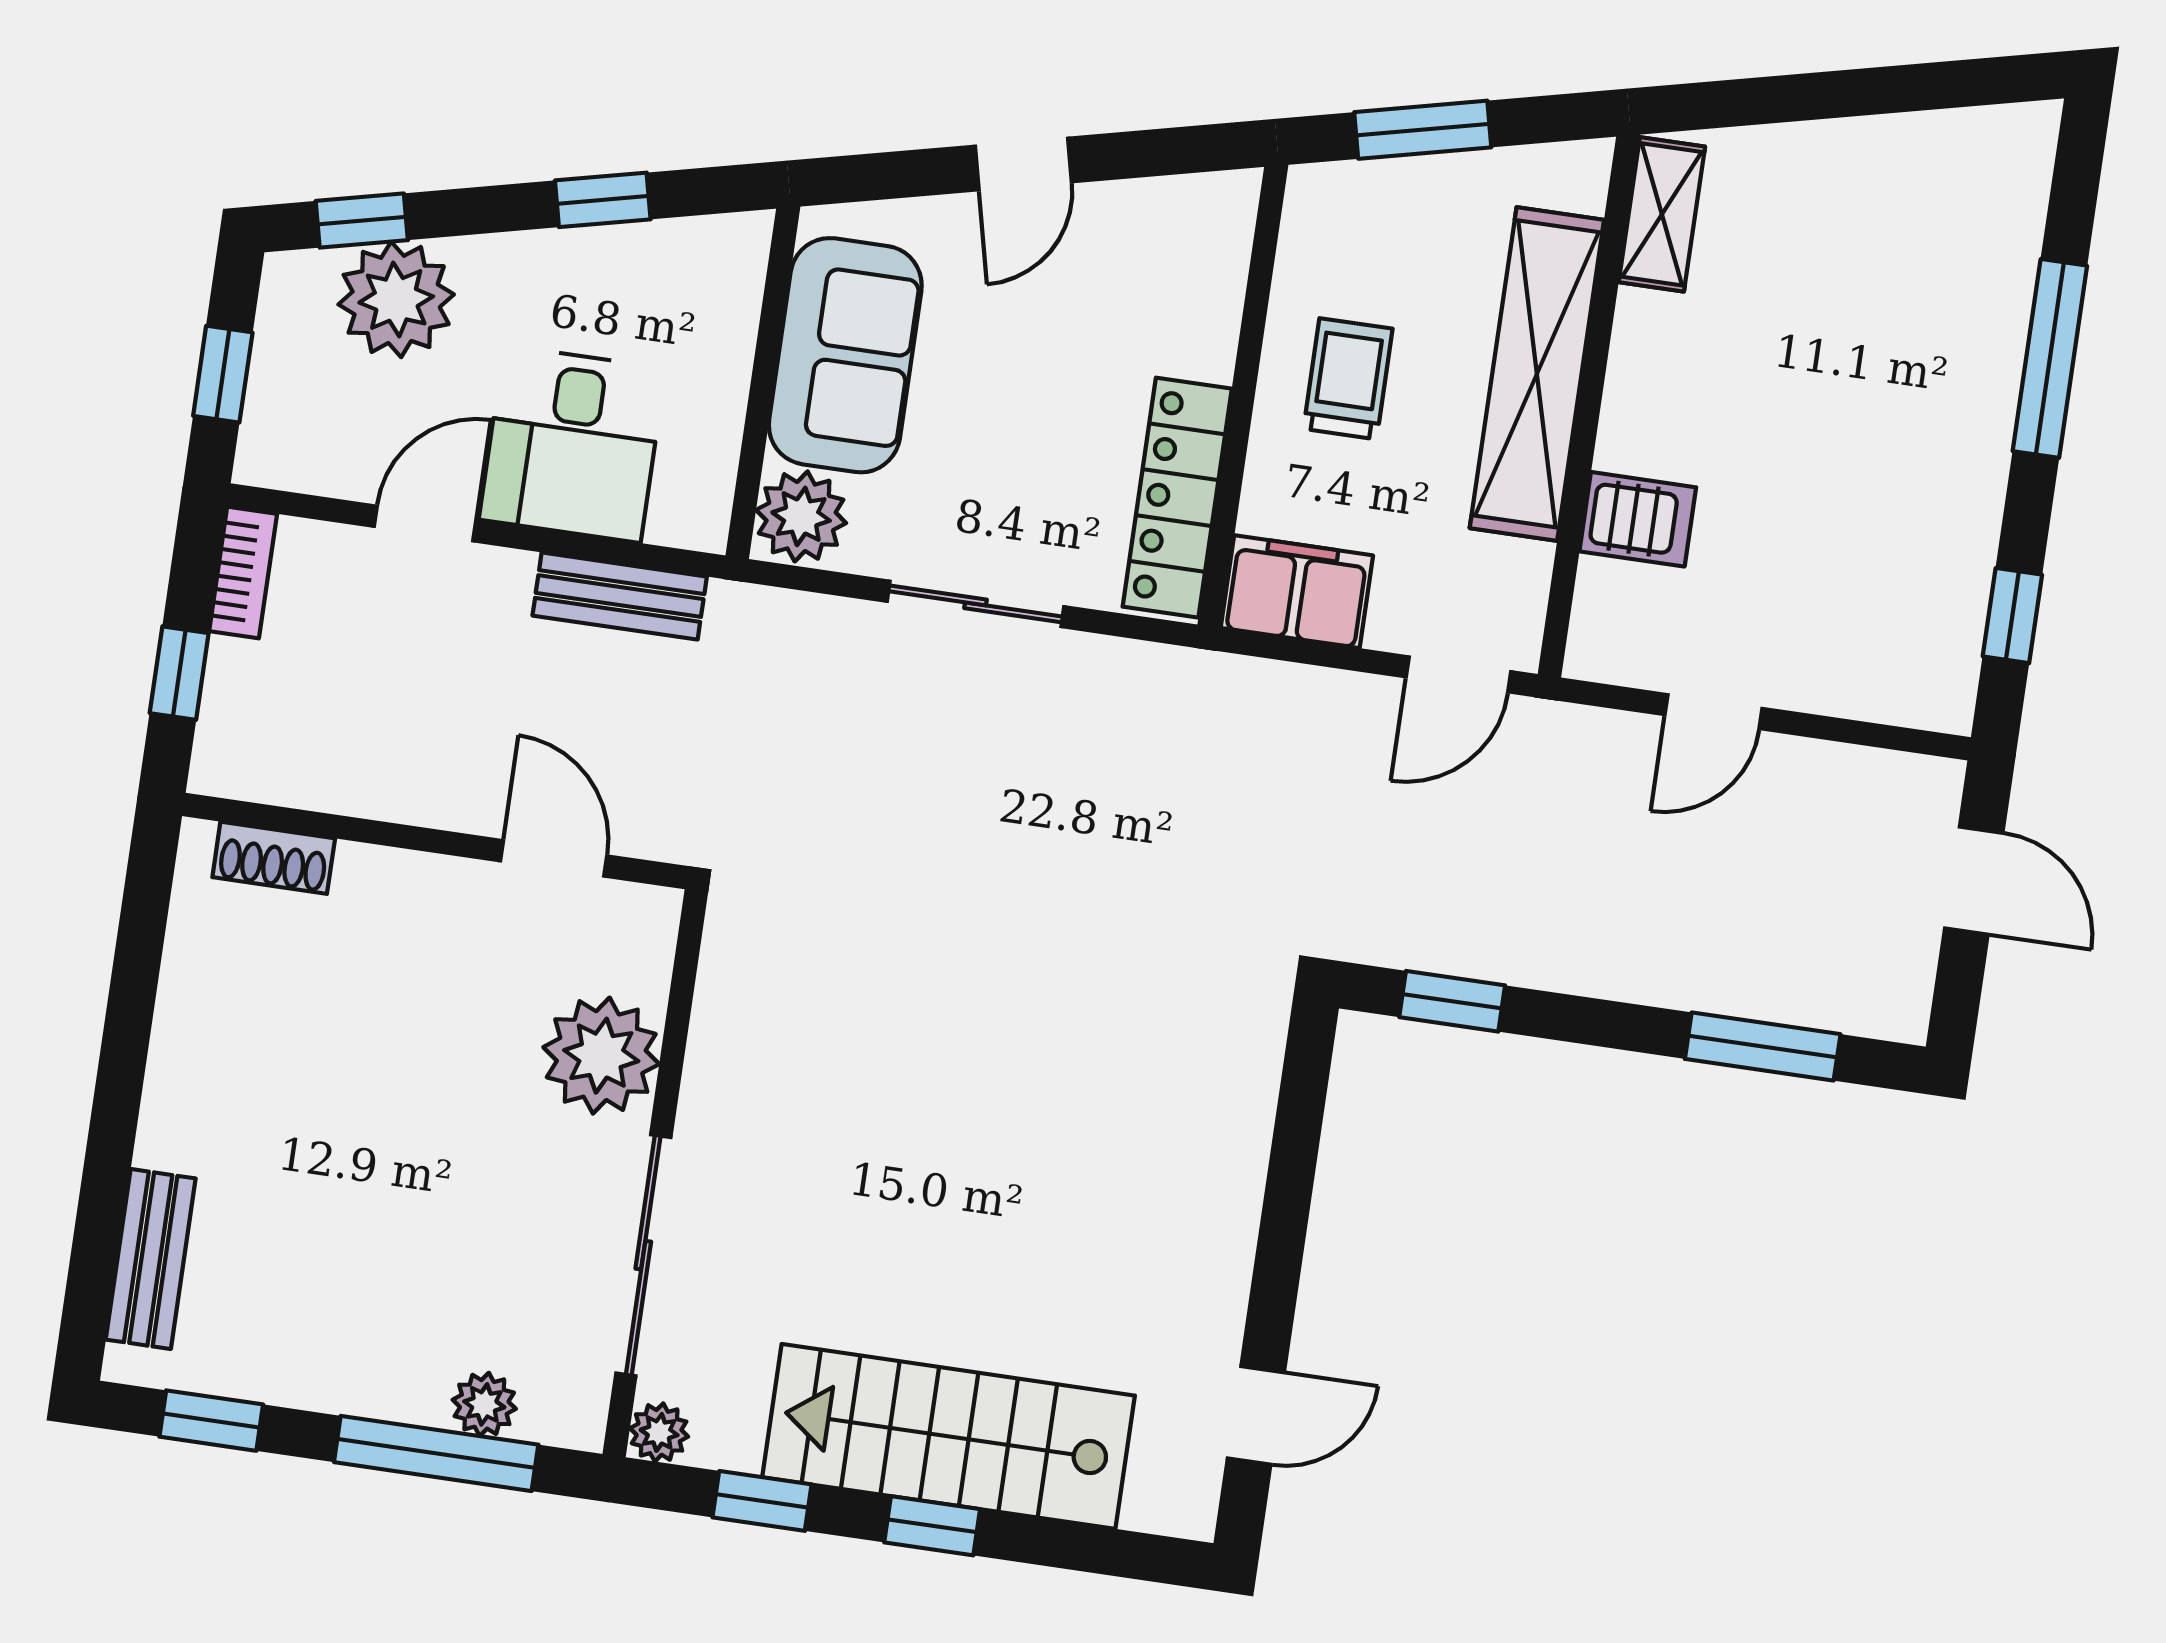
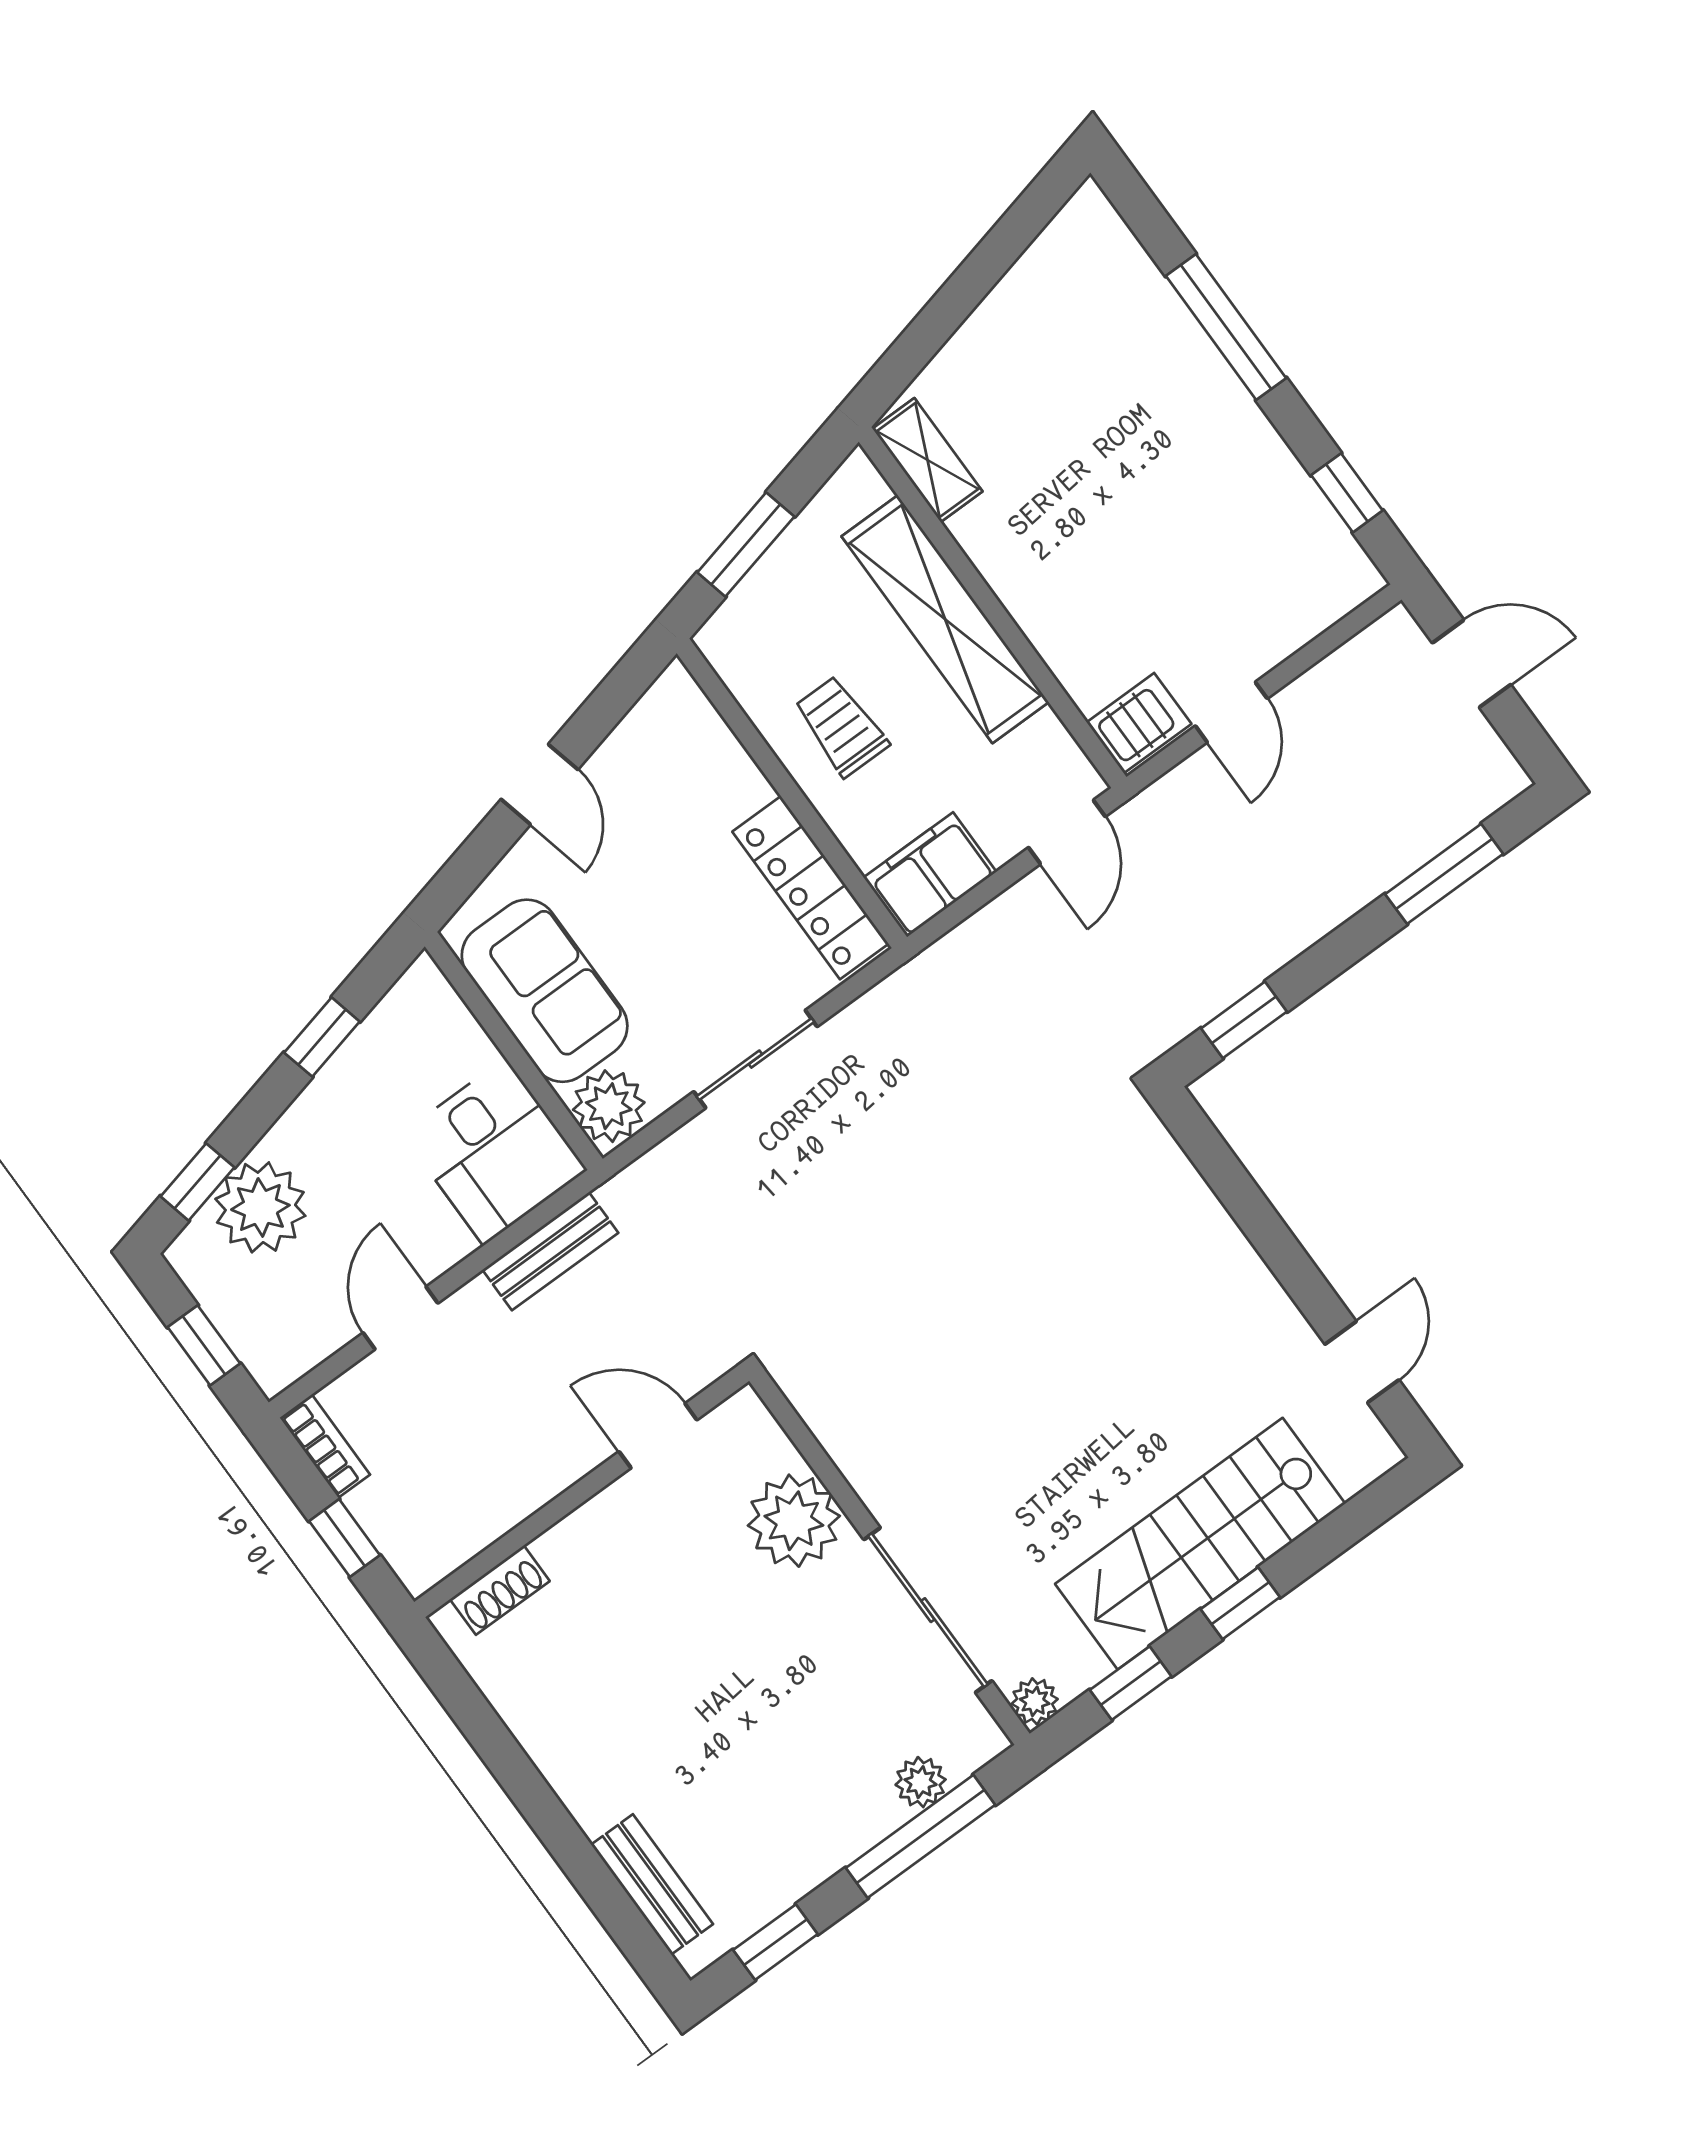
desk: (572, 444) -> (495, 1152), moved
server rack: (1638, 519) -> (1139, 723), moved

